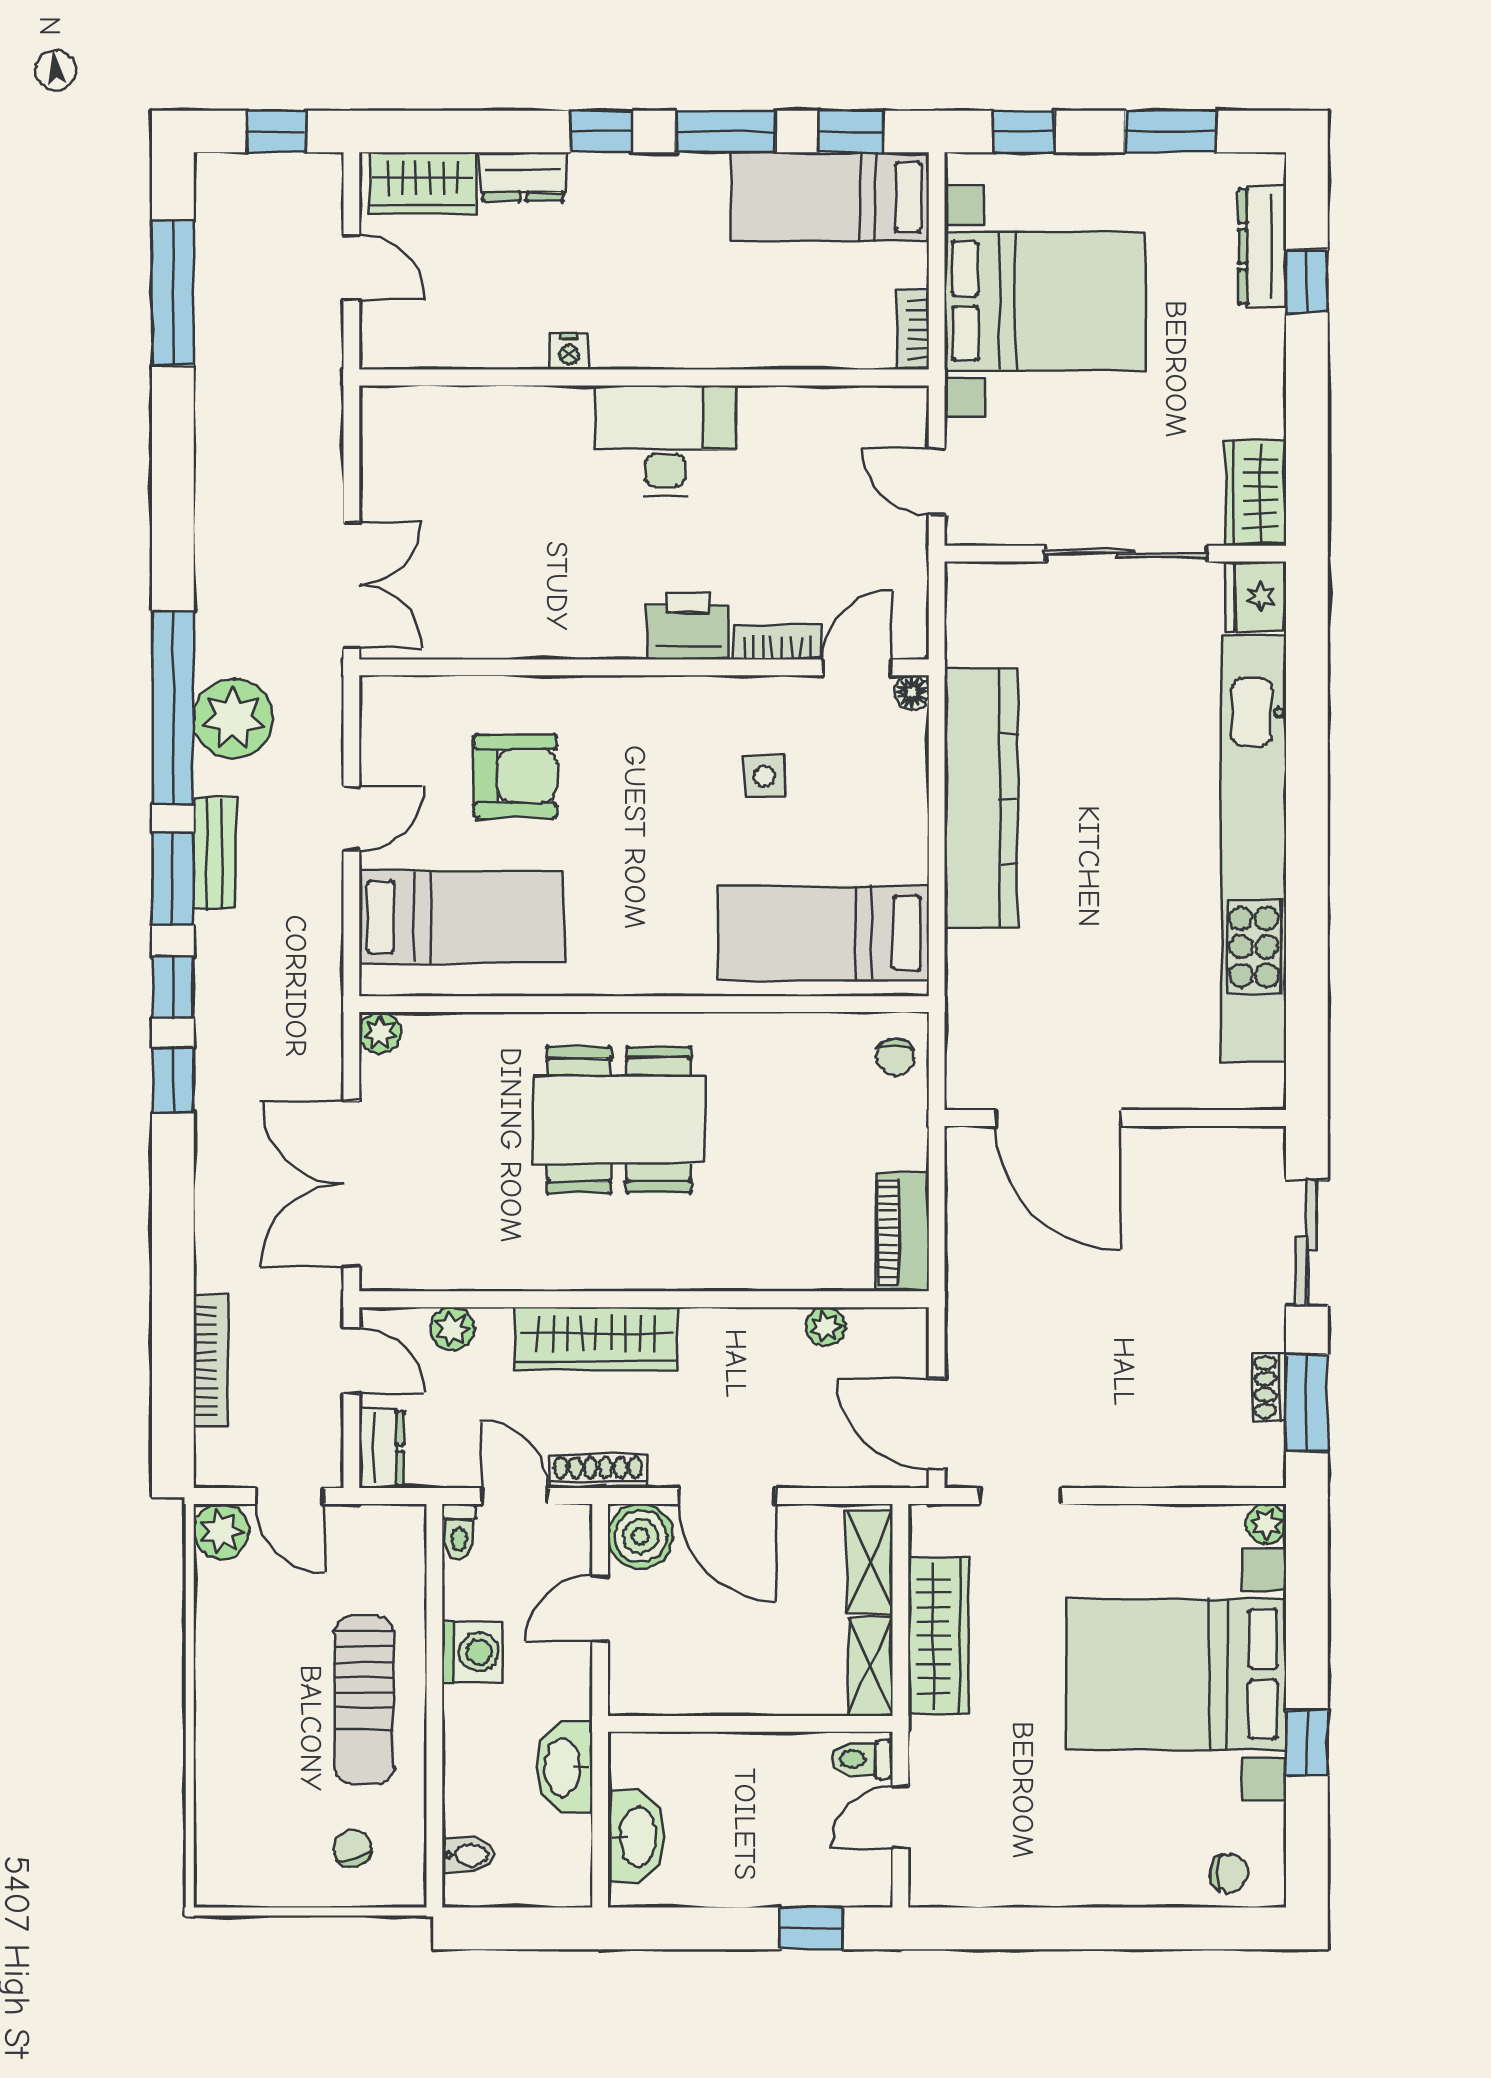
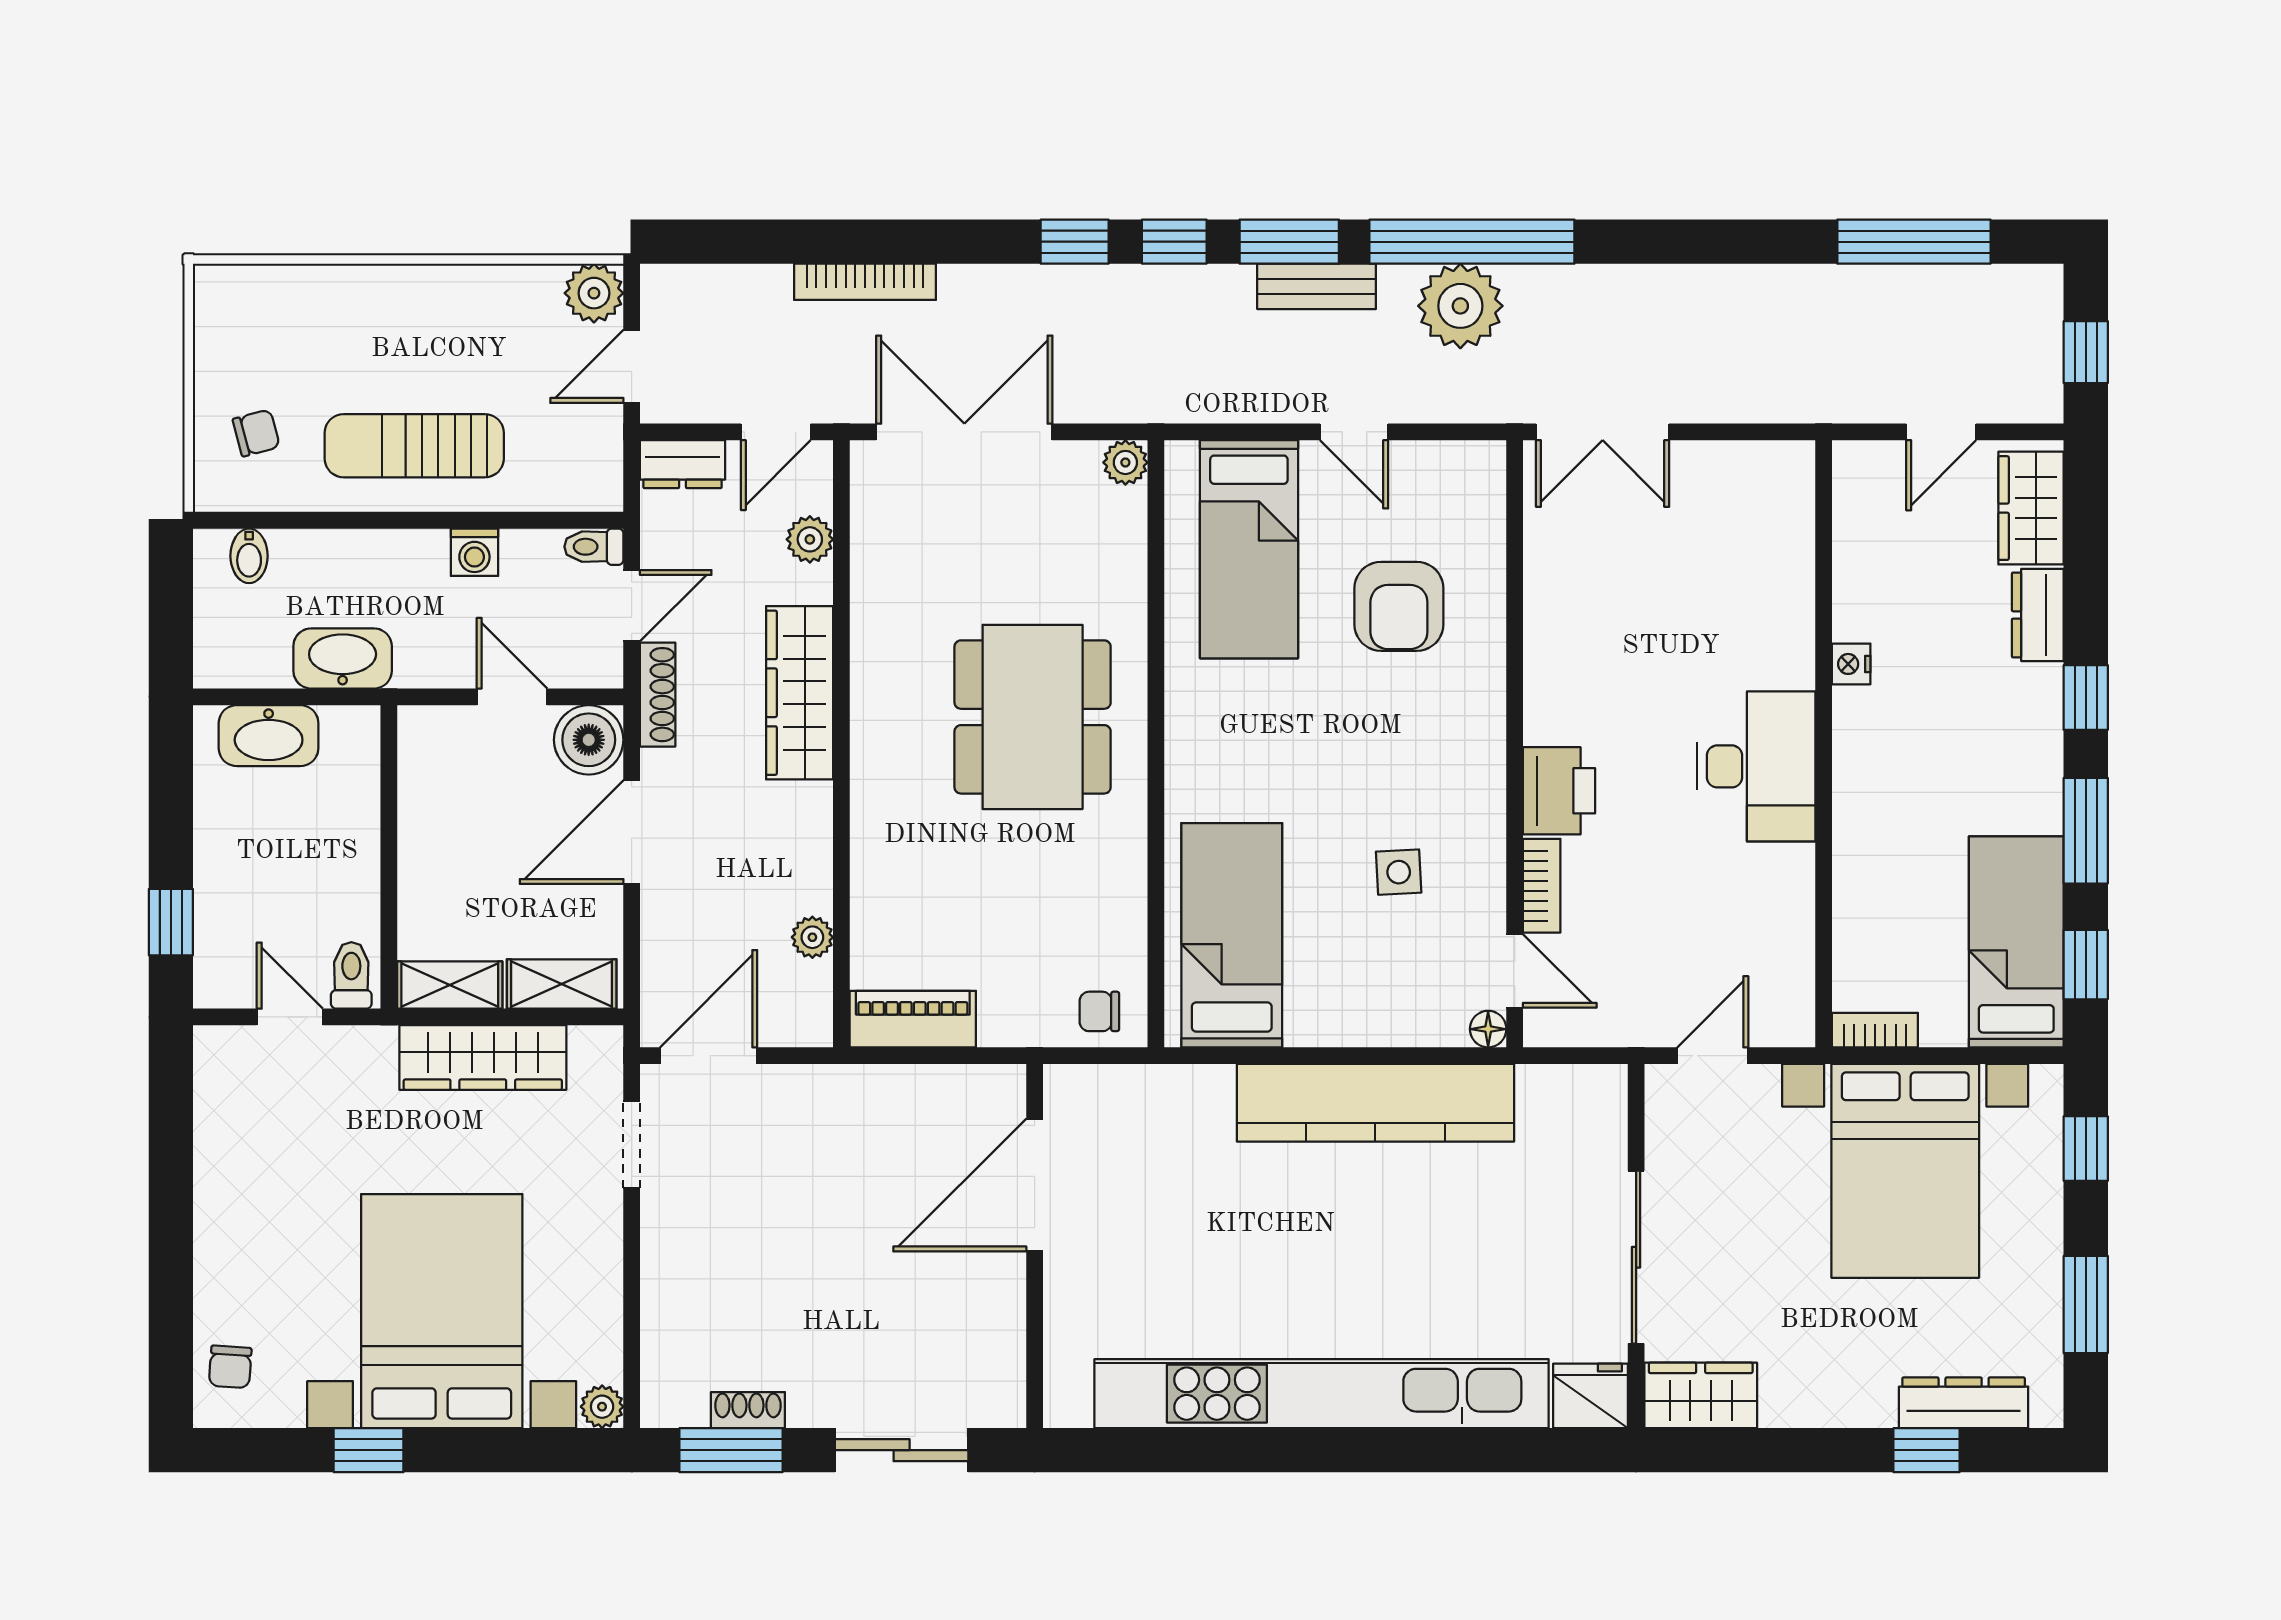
bookcase: (211, 1361) -> (865, 282), moved
washing machine: (473, 1652) -> (474, 552), width x0.73, depth x0.73

